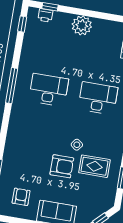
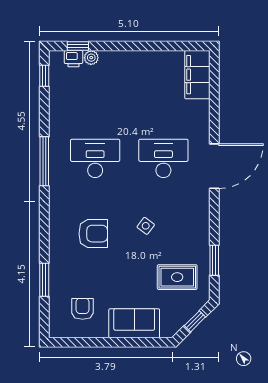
plant: (82, 25) -> (91, 58), moved, width x0.53, depth x0.53
armchair: (62, 166) -> (93, 234), moved
rug: (94, 166) -> (177, 277), moved

